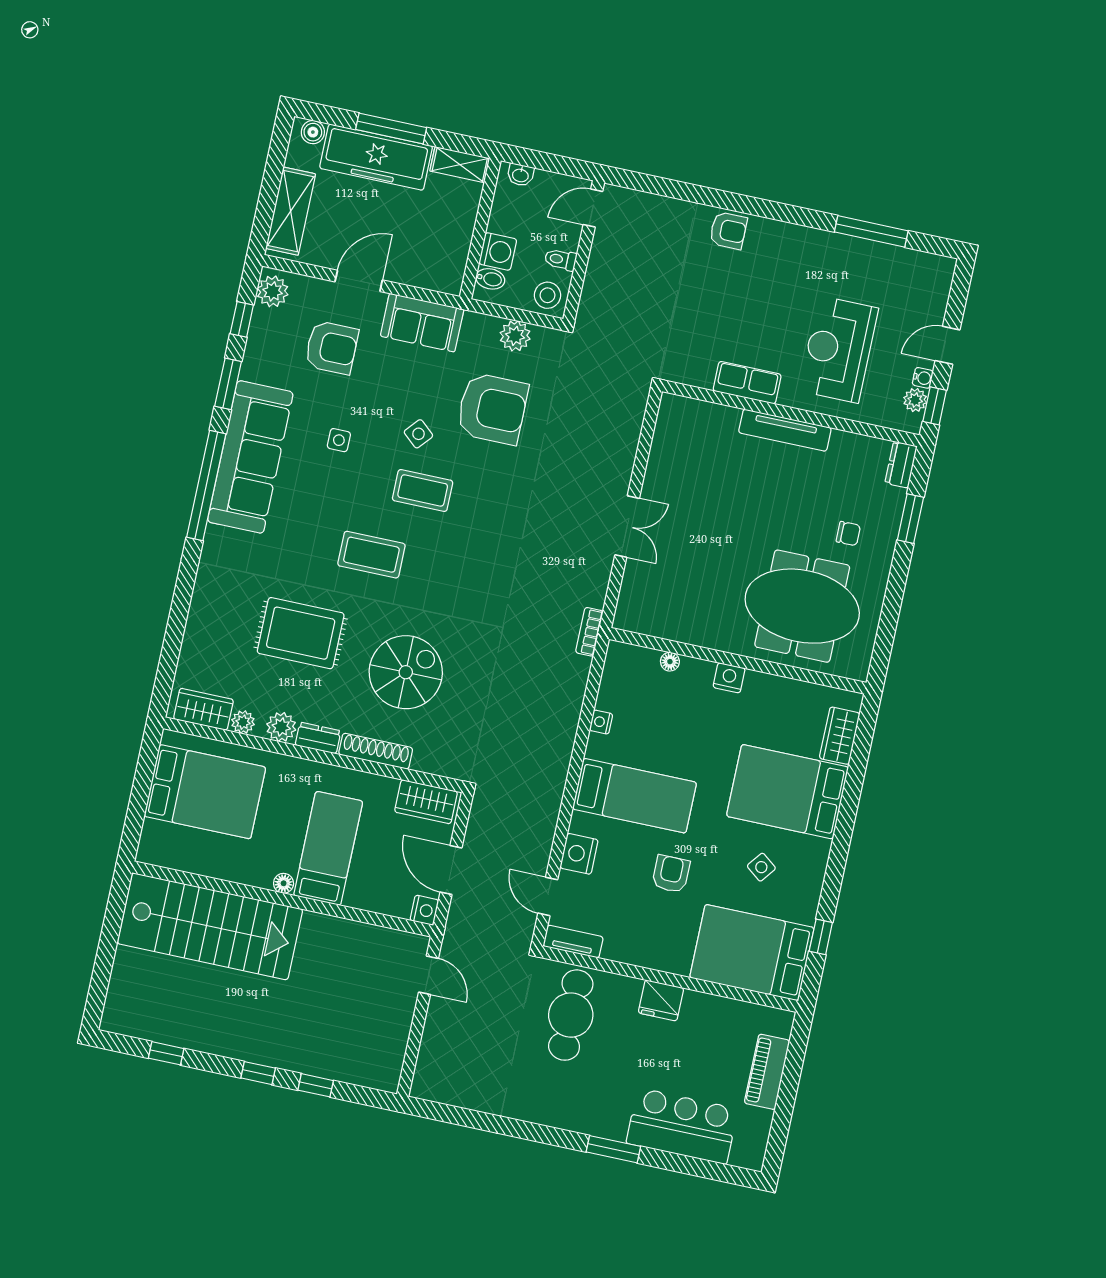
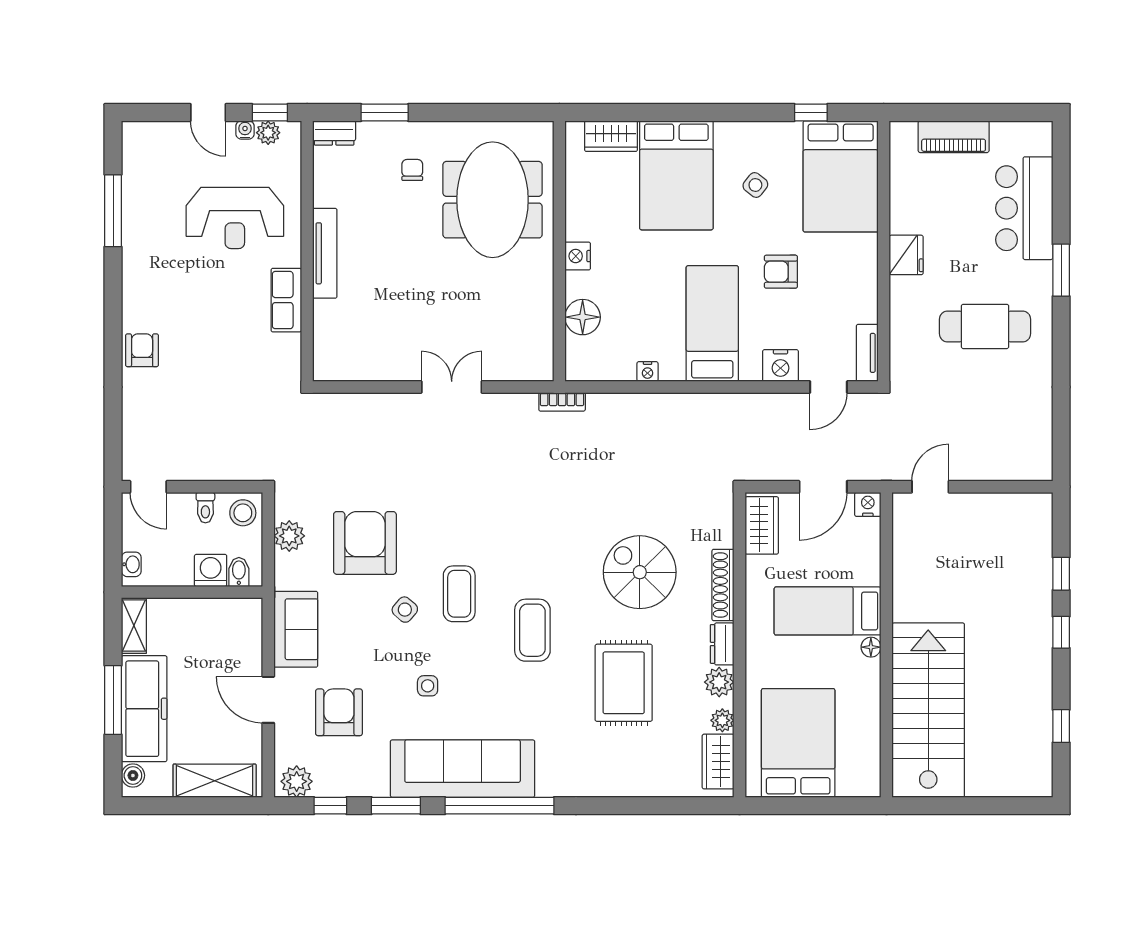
floor lamp: (670, 662) -> (583, 317), width x1.89, depth x1.89
cafe table: (571, 1015) -> (985, 326), moved

